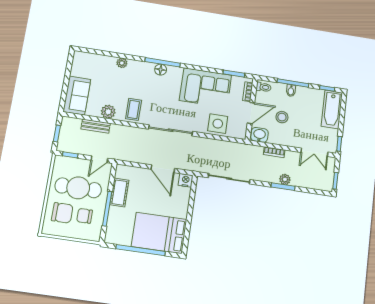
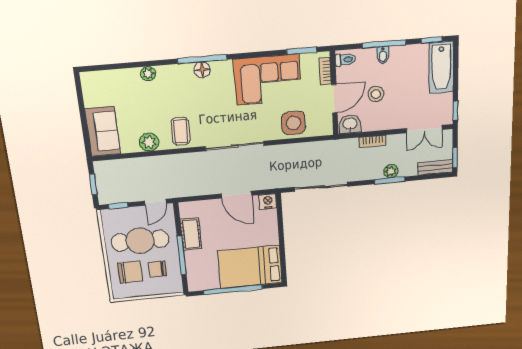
bench: (96, 126) -> (435, 167), moved

